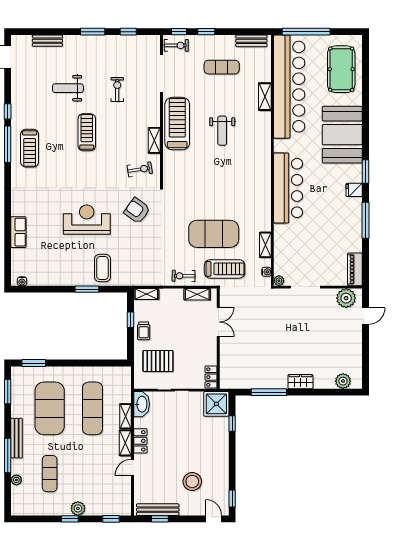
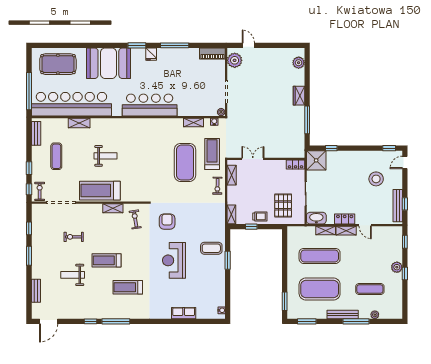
weight bench: (68, 88) -> (73, 275), turned 90
treadmill: (30, 148) -> (128, 287), moved, turned 180
armchair: (137, 211) -> (167, 222), turned 144

